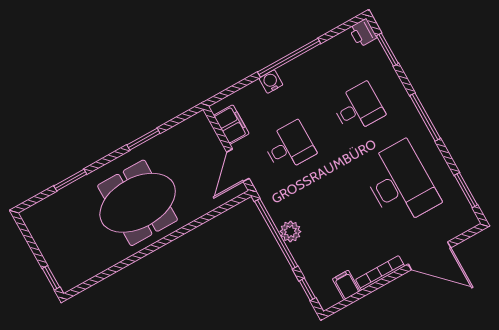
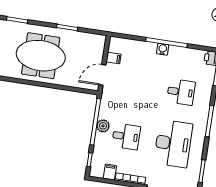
water cooler: (271, 82) -> (163, 49), moved
filing cabinet: (231, 125) -> (114, 58), width x0.50
desk: (289, 146) -> (126, 136), moved

